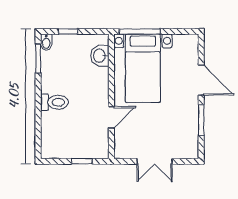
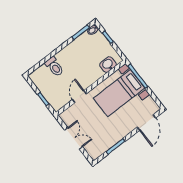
door: (201, 80) -> (146, 123), moved
toilet: (54, 102) -> (54, 67), moved
door: (111, 117) -> (79, 97), swing flipped
double door: (155, 161) -> (74, 138), swing flipped

